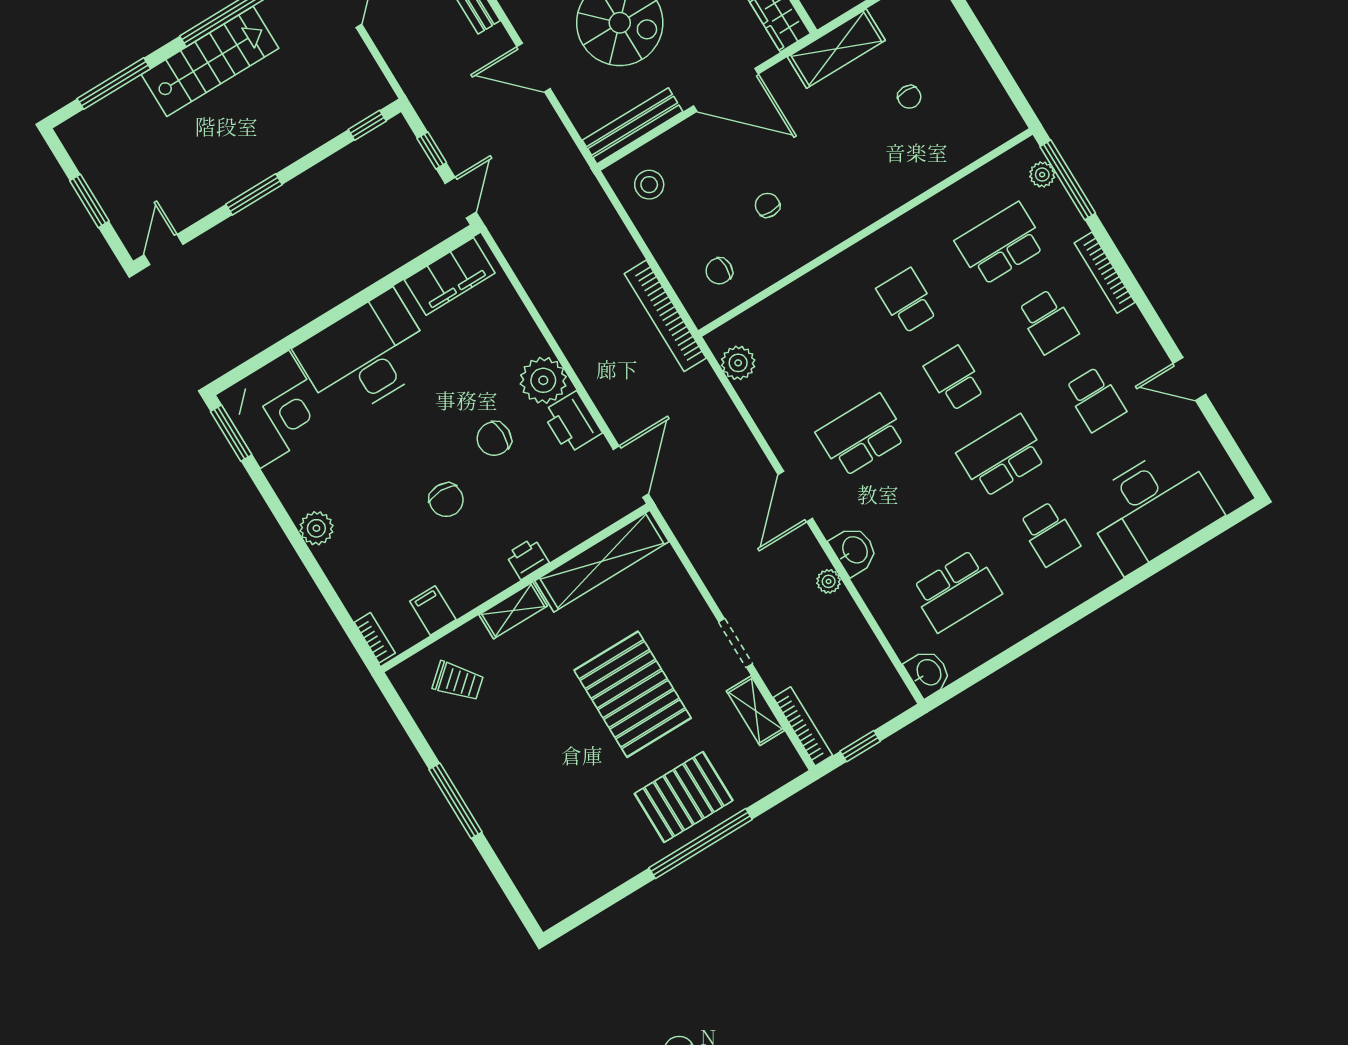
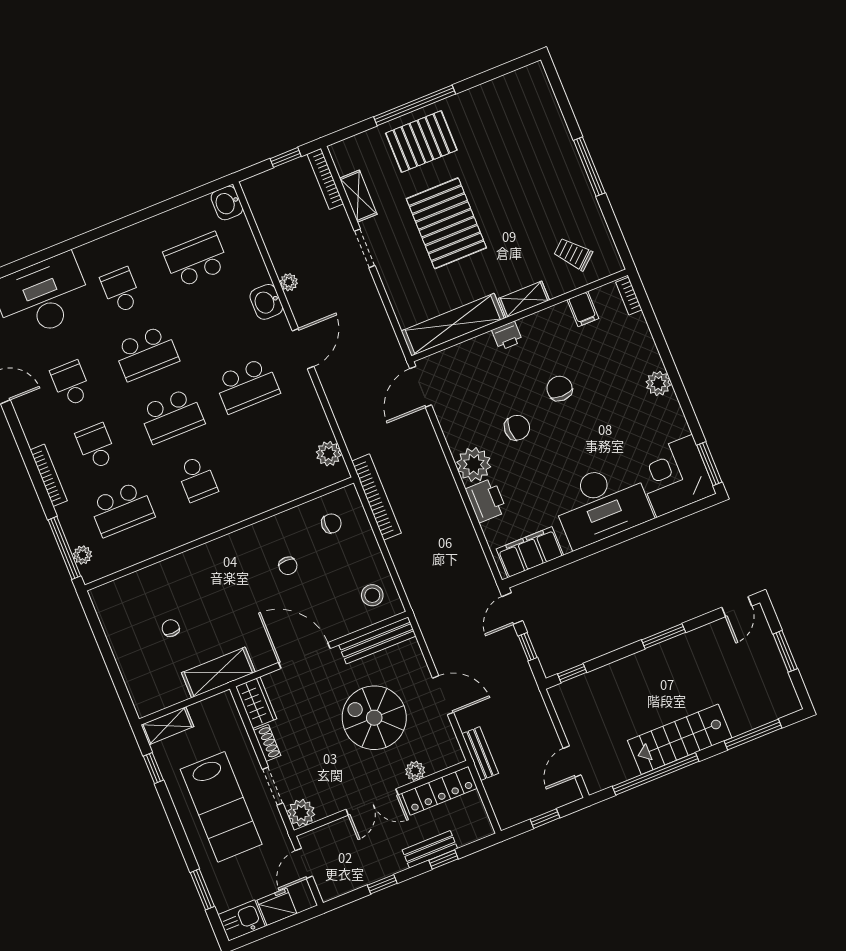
school desk: (955, 378) -> (172, 416), width x1.85
printer: (572, 422) -> (486, 500), moved

